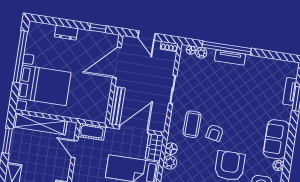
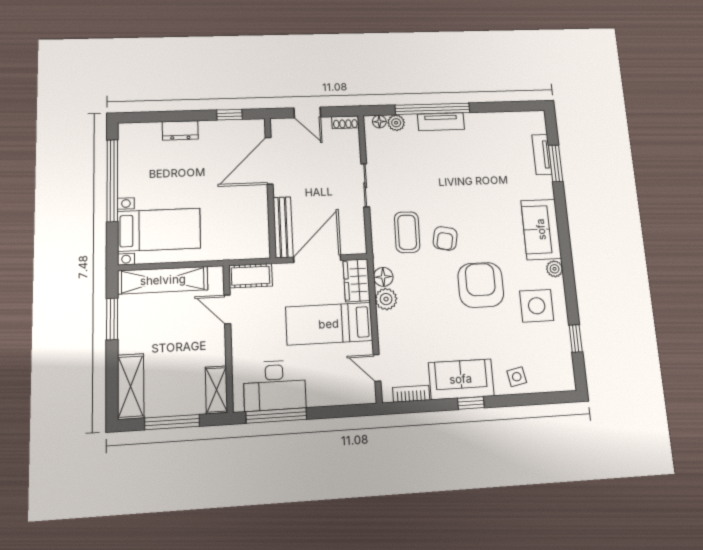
bed with nightstands: (44, 85) -> (159, 230), width x0.73

